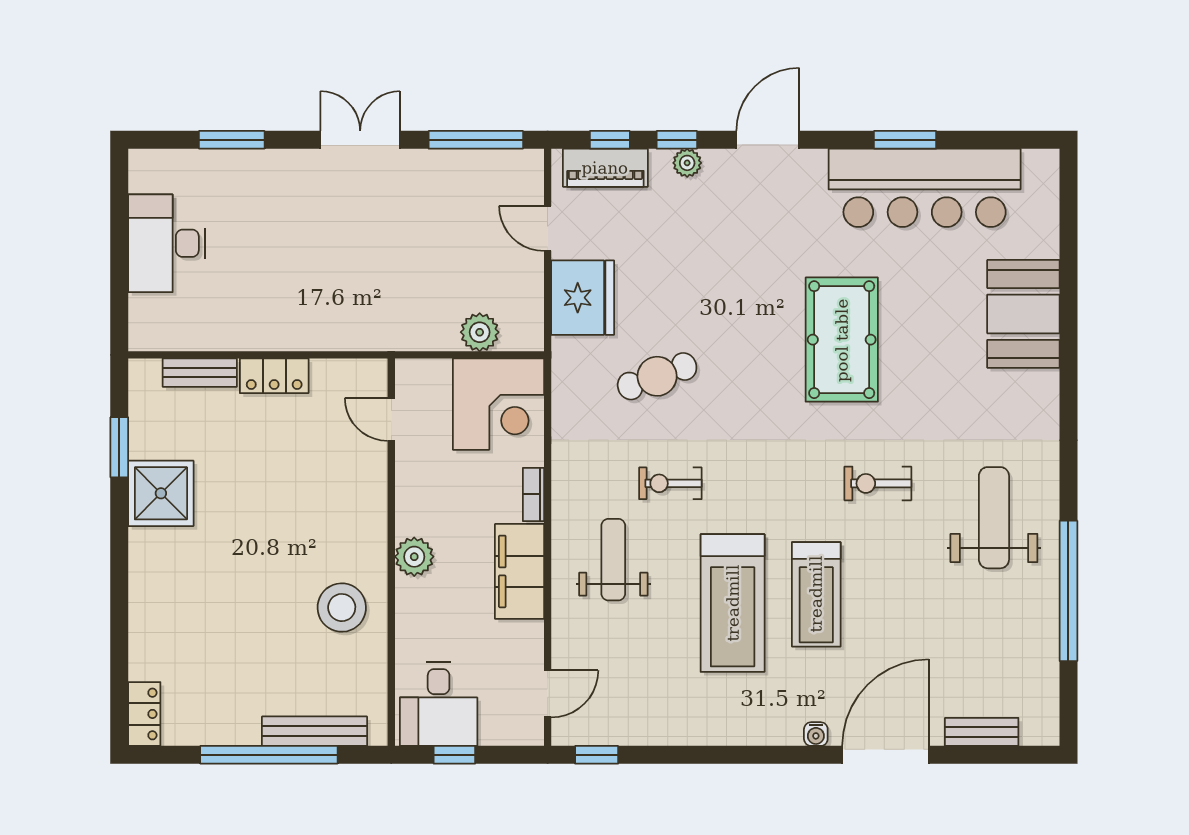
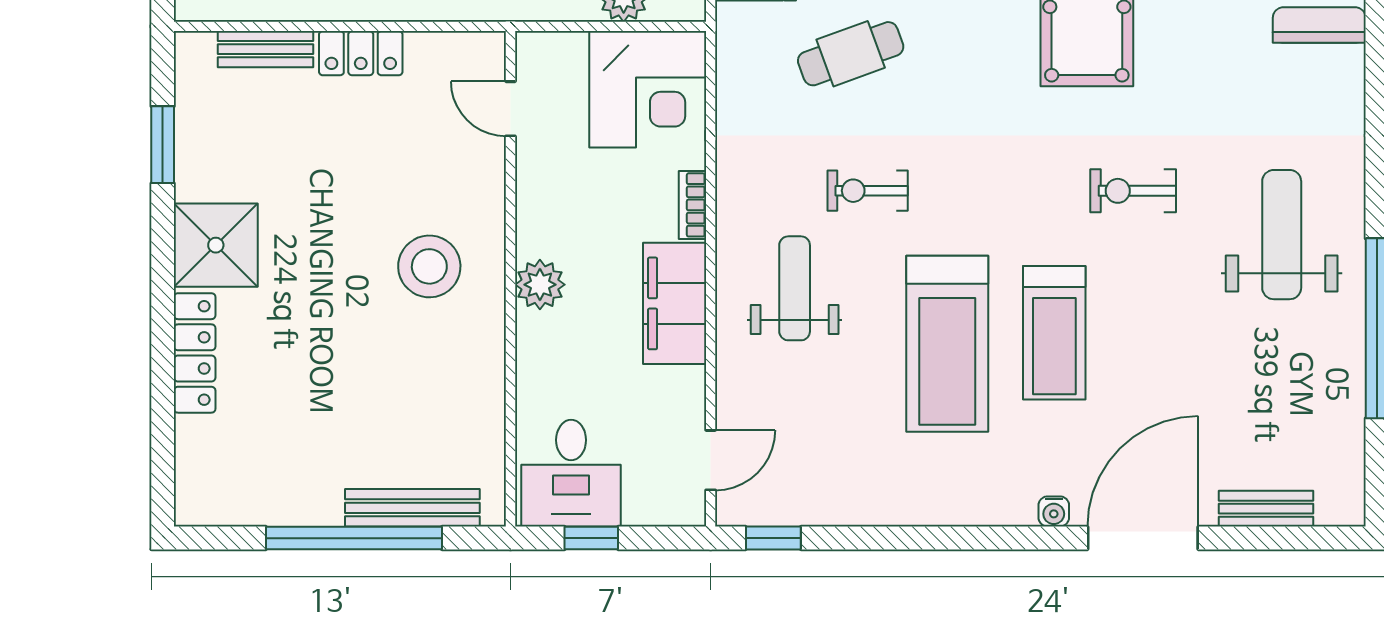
shower: (161, 493) -> (216, 245), moved
stool: (342, 608) -> (429, 266), moved
locker: (144, 714) -> (195, 353), moved, width x1.53

